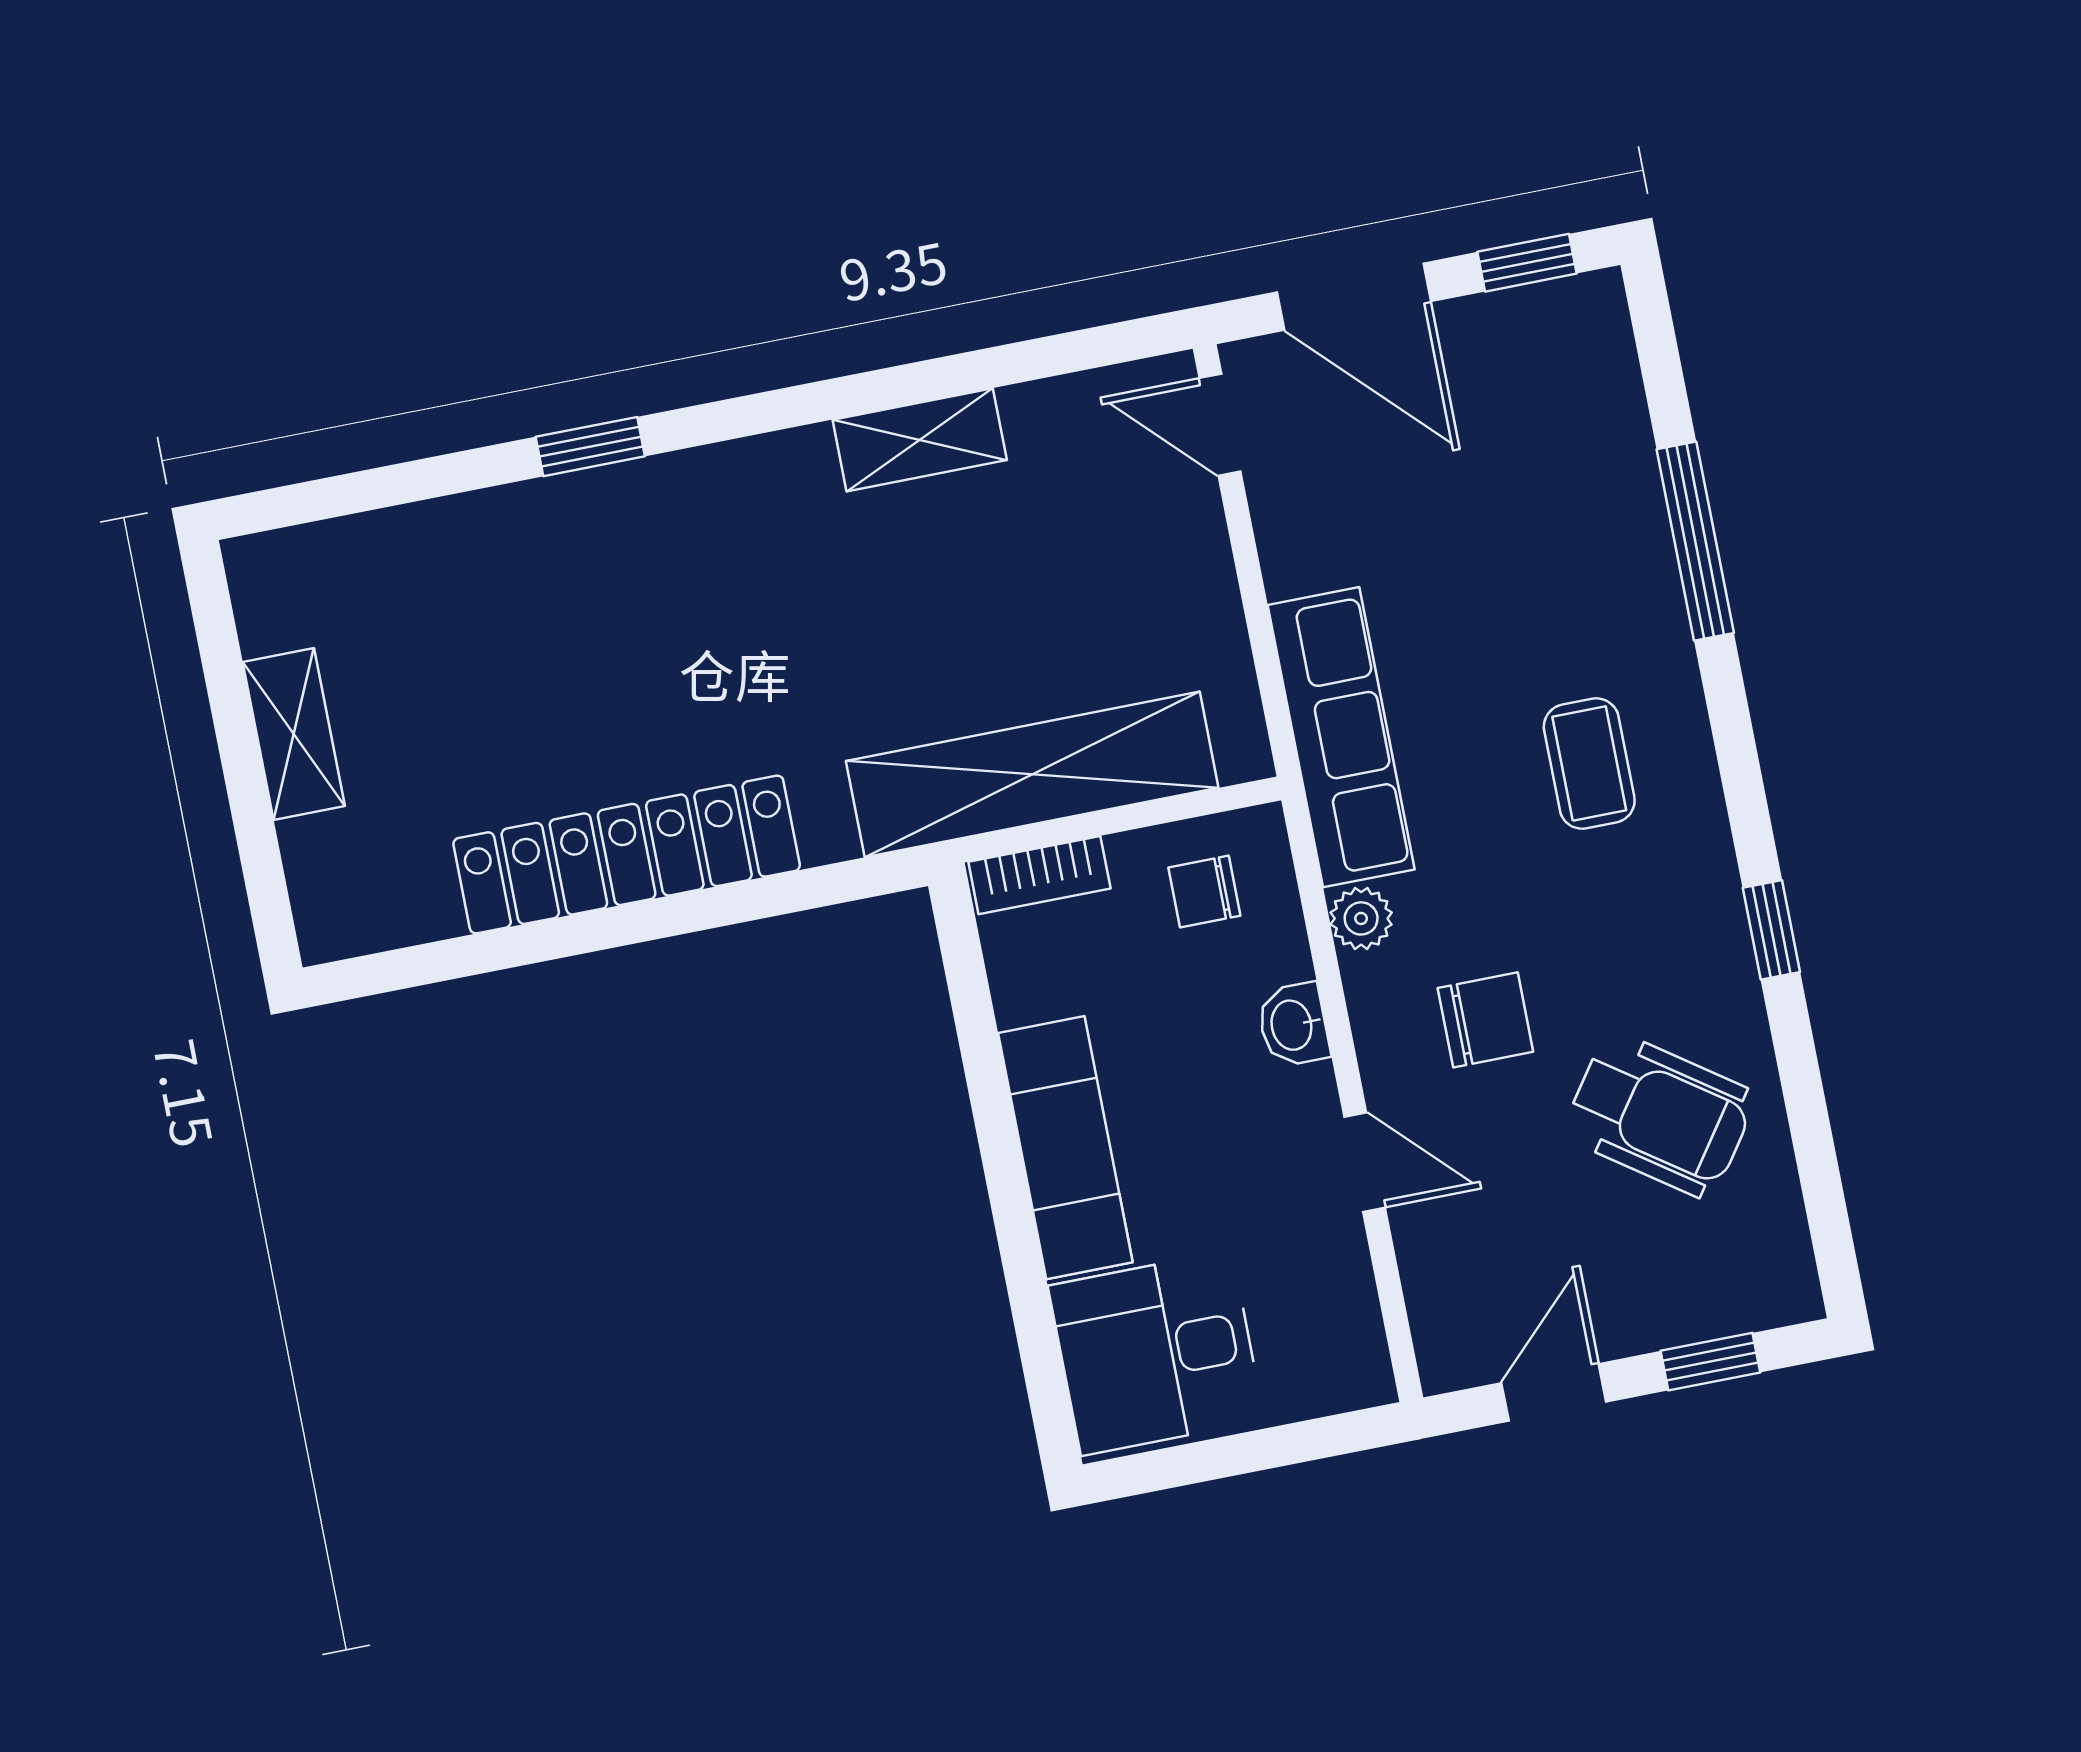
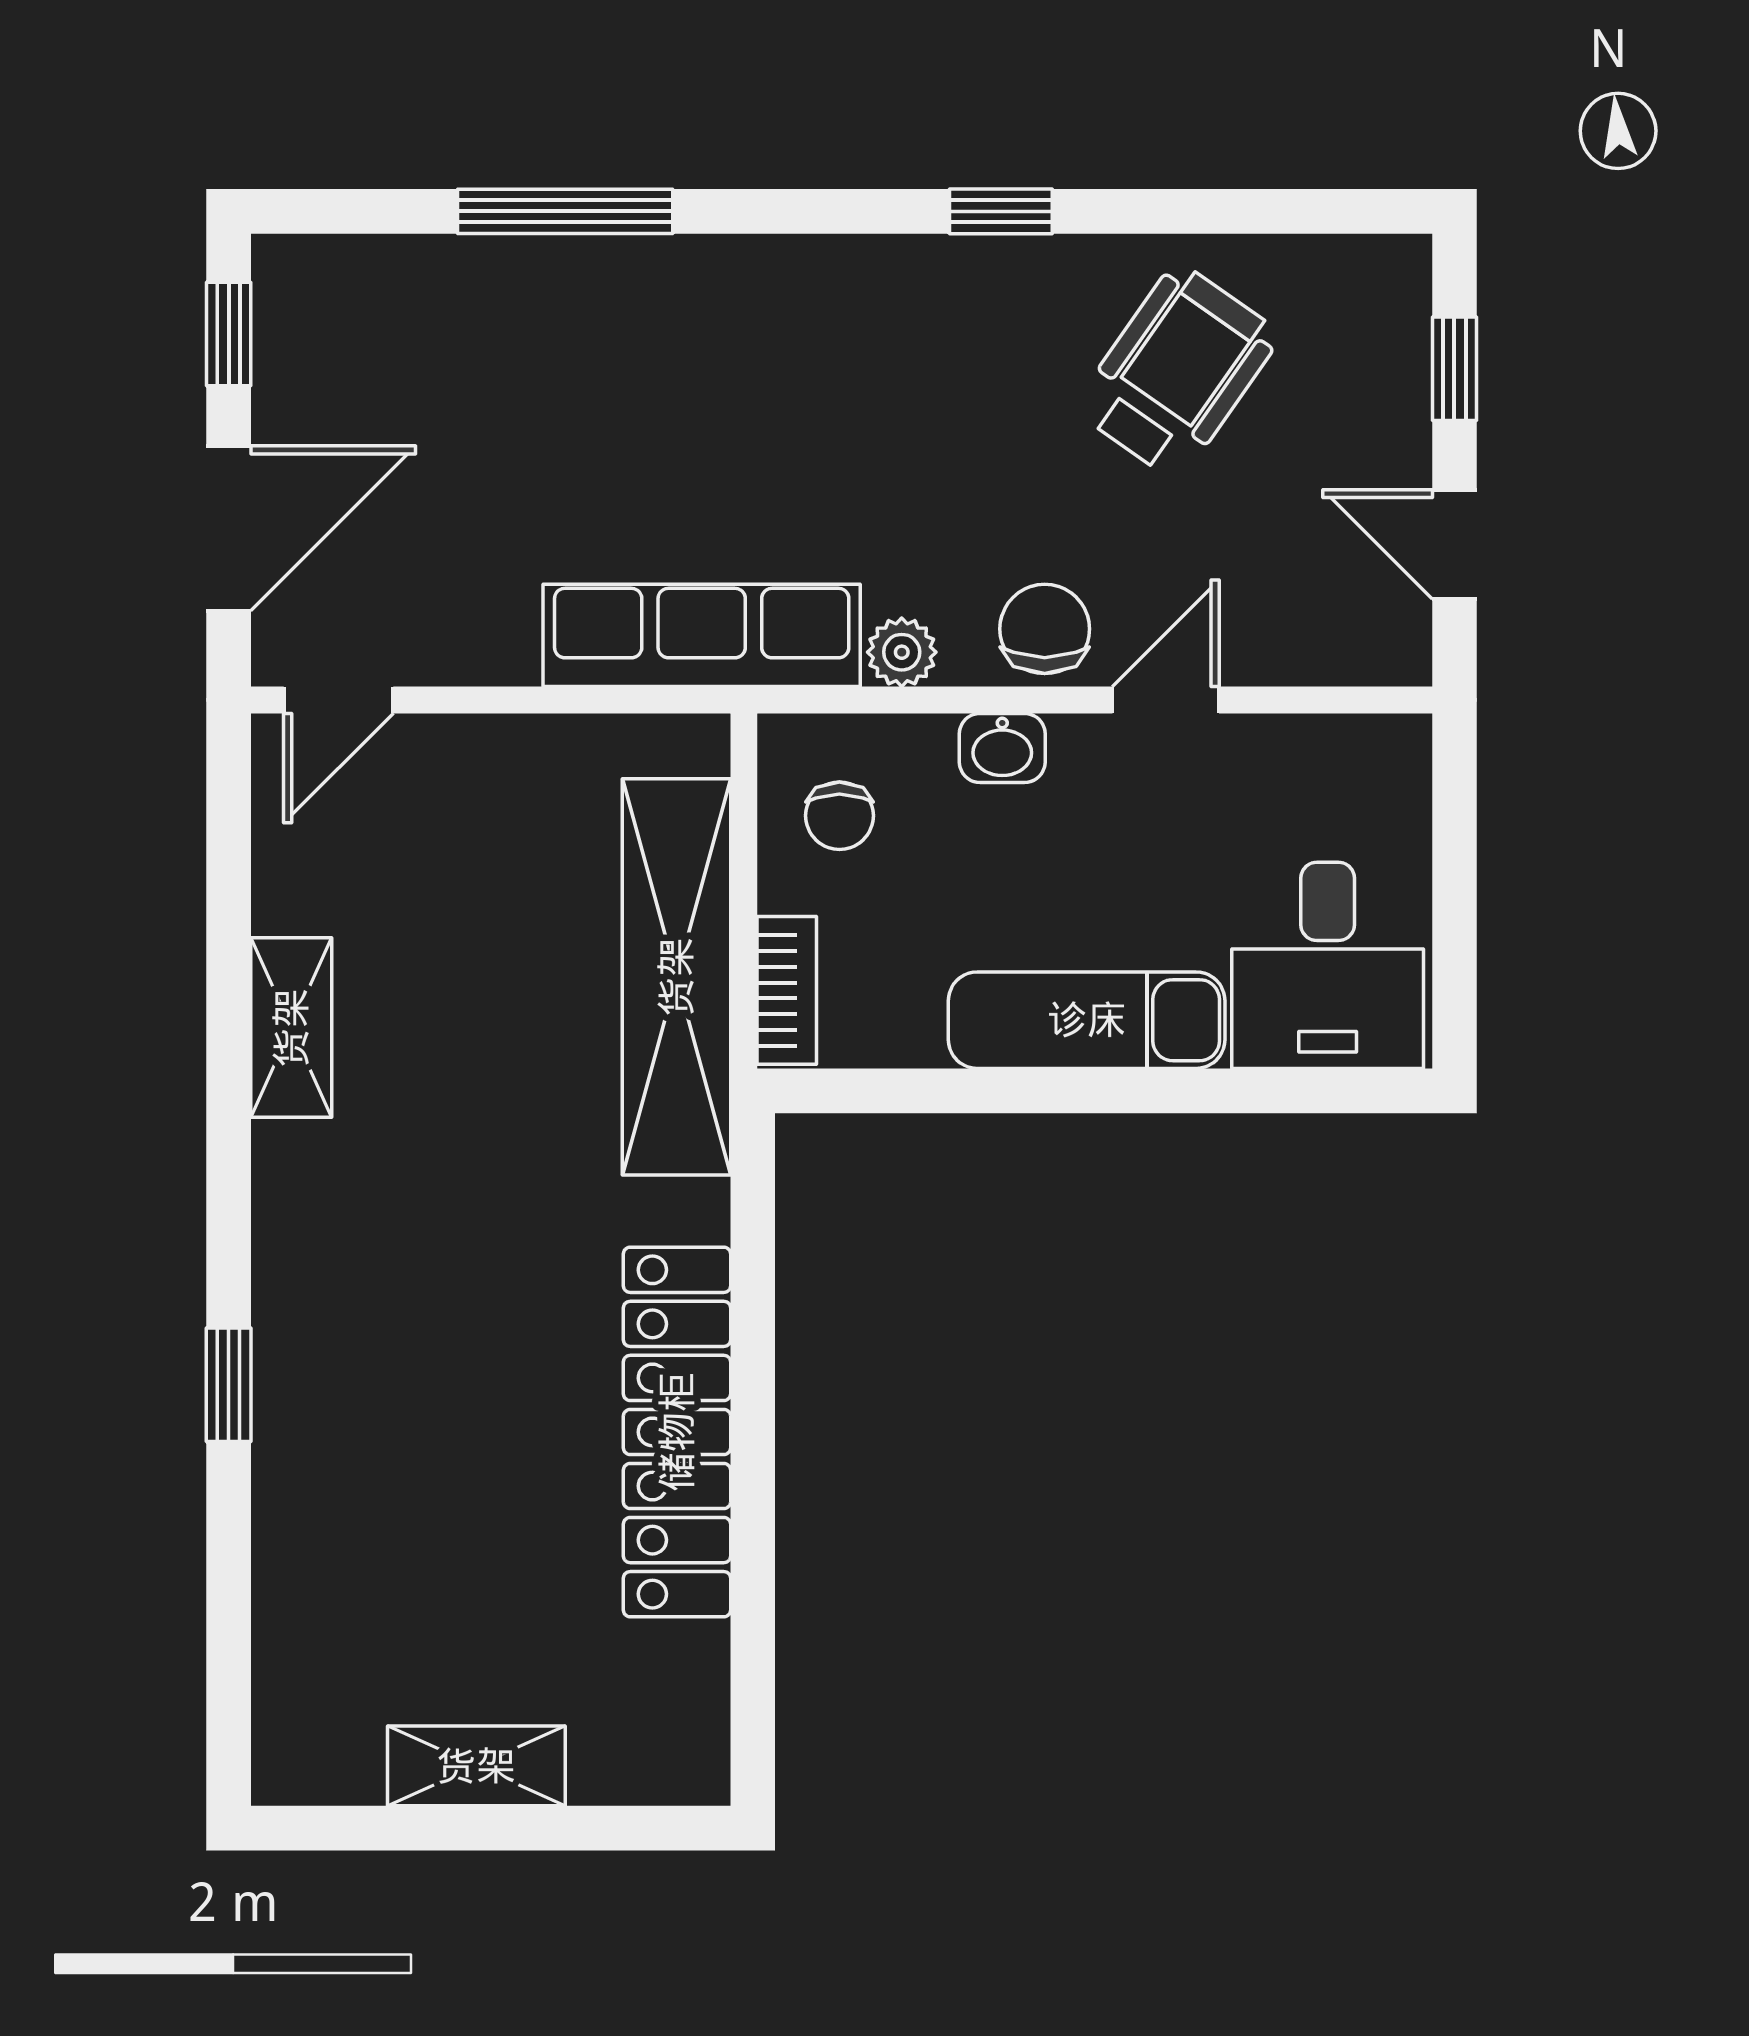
coffee table: (1589, 764) -> (783, 373), removed
chair: (1485, 1020) -> (1045, 629), moved

